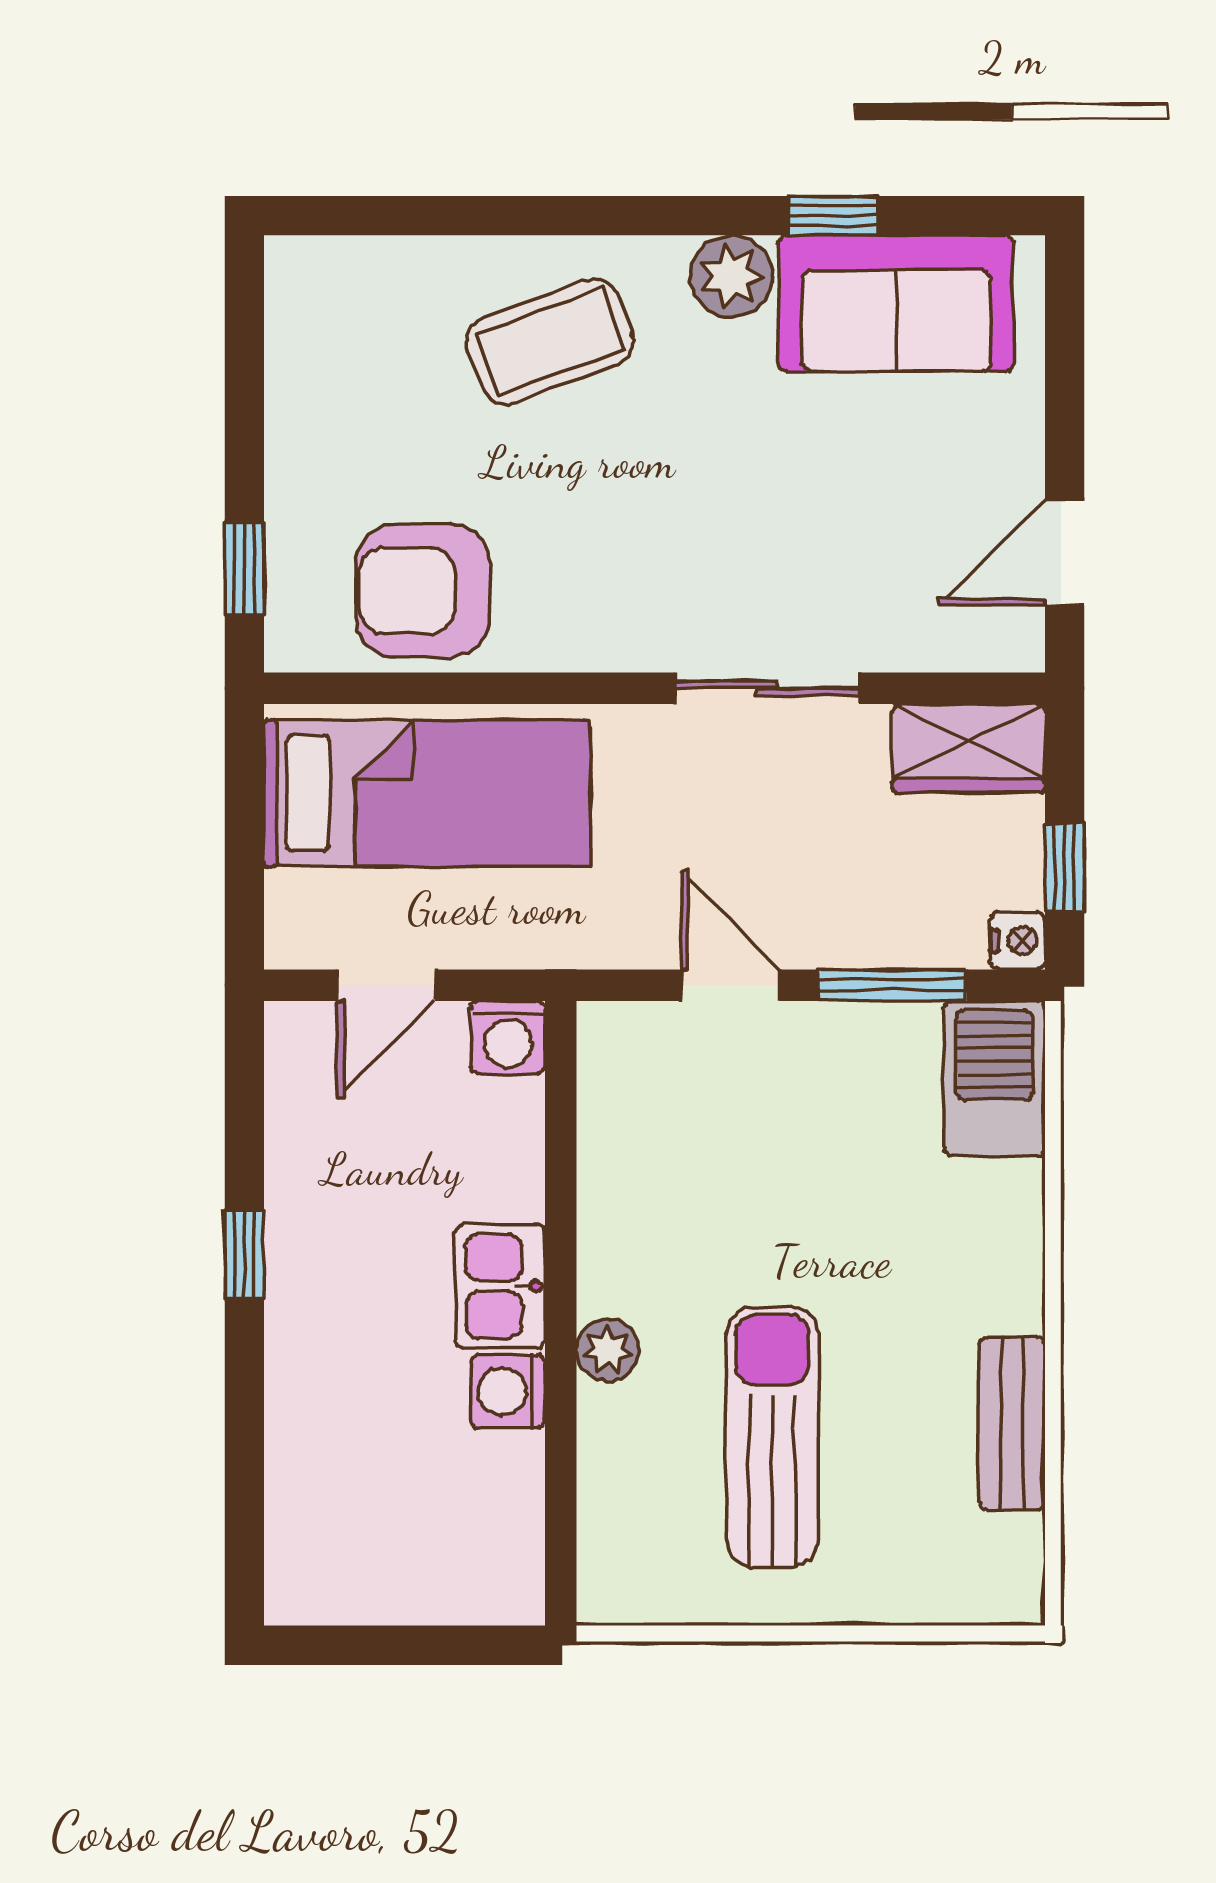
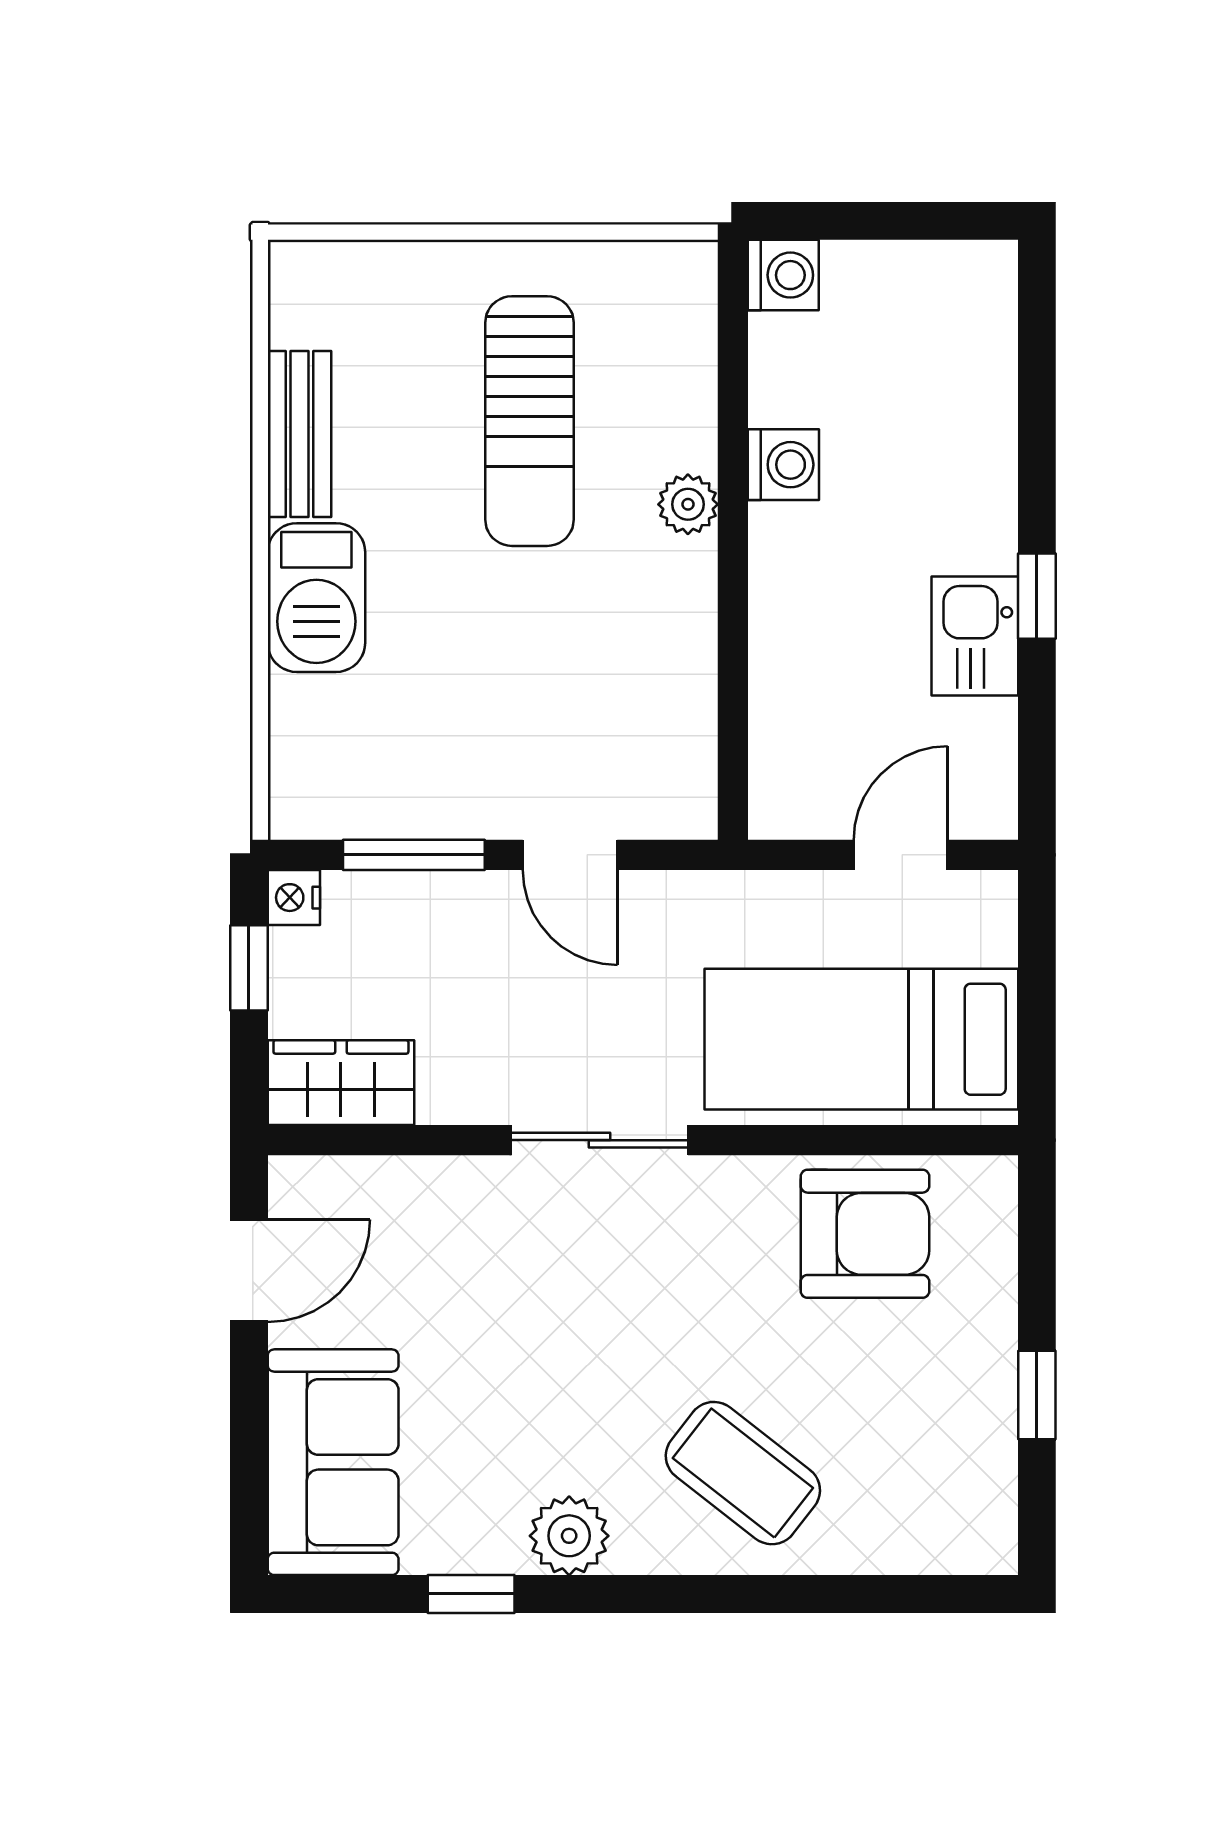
sofa: (896, 303) -> (333, 1462), moved, turned 90
coffee table: (550, 342) -> (743, 1473), turned 58
window: (244, 569) -> (1037, 1395), moved
sliding door: (767, 688) -> (600, 1140), moved
washing machine: (508, 1038) -> (783, 275), moved, turned 90
barbecue: (994, 1078) -> (316, 598), moved
kitchen sink: (500, 1286) -> (975, 636), moved, turned 180

